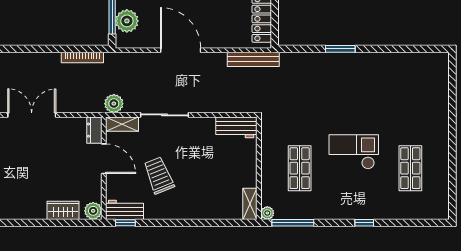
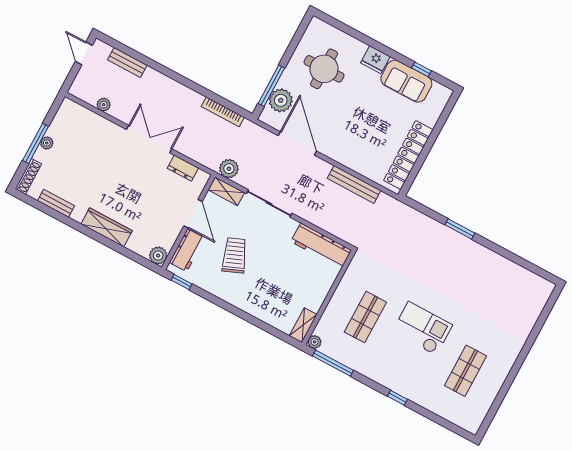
door: (181, 50) -> (297, 143), moved
bench: (253, 59) -> (354, 184), moved
workbench: (236, 127) -> (321, 246), width x1.38
dresser: (94, 130) -> (183, 168), moved, turned -90
wardrobe: (63, 210) -> (107, 227), moved, width x1.50
workbench: (125, 210) -> (187, 250), moved, turned 90

